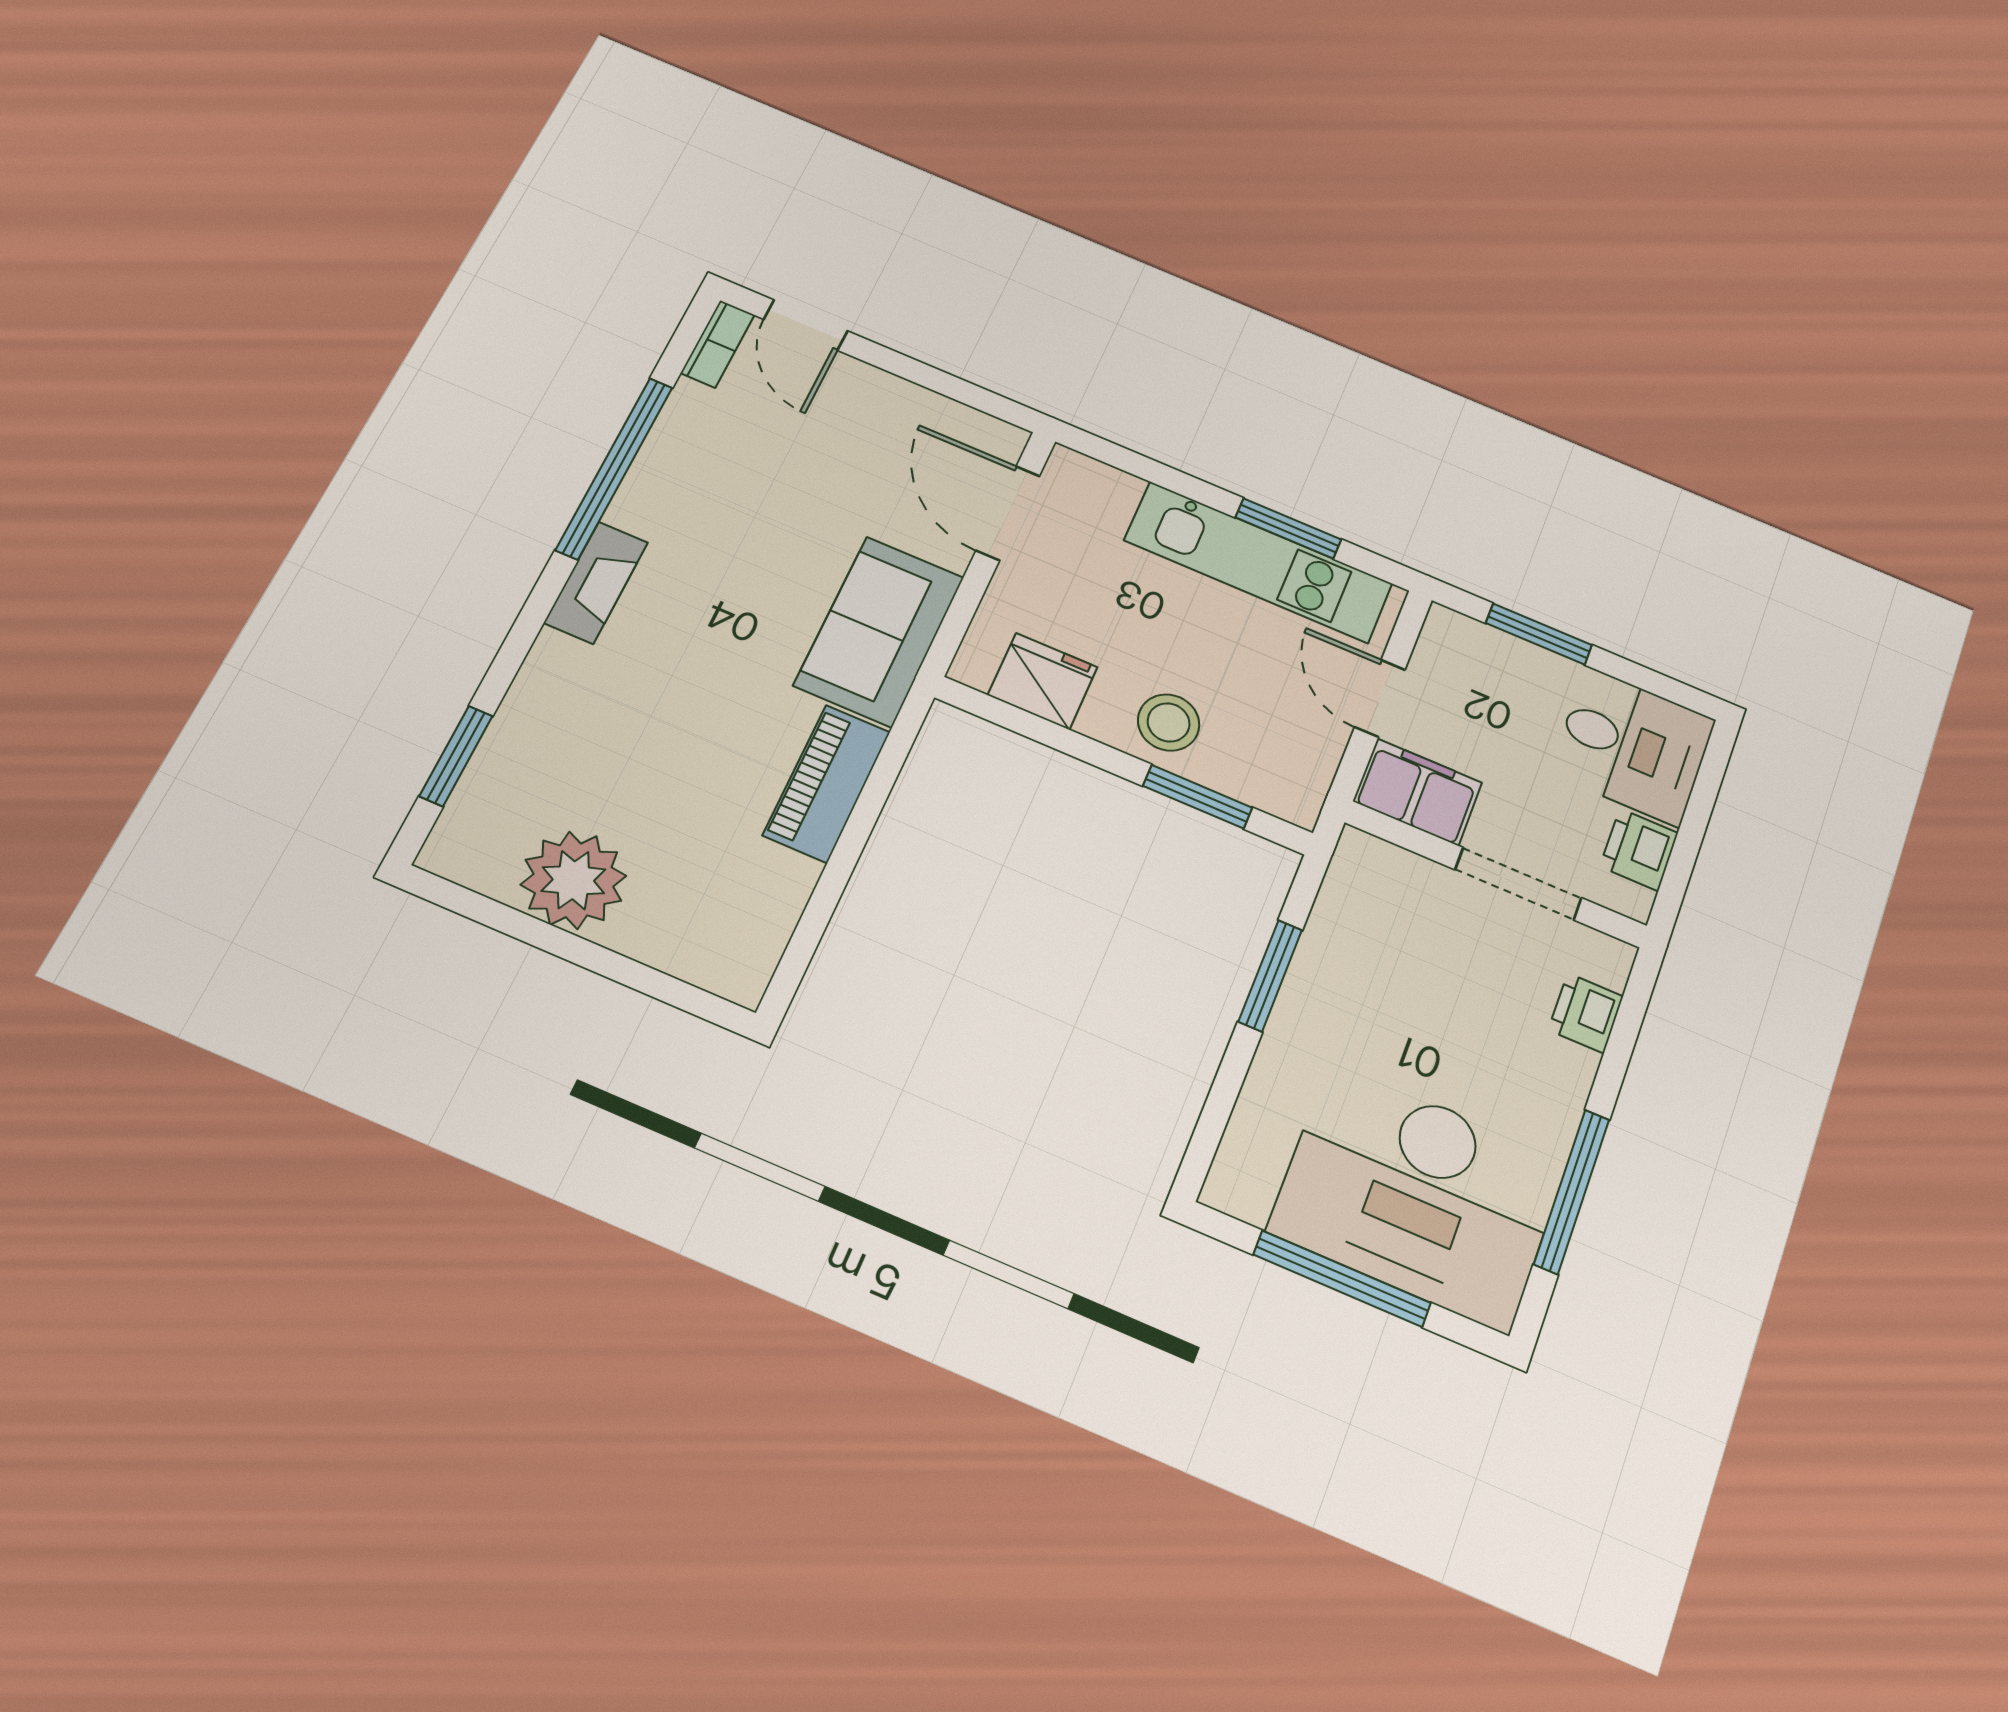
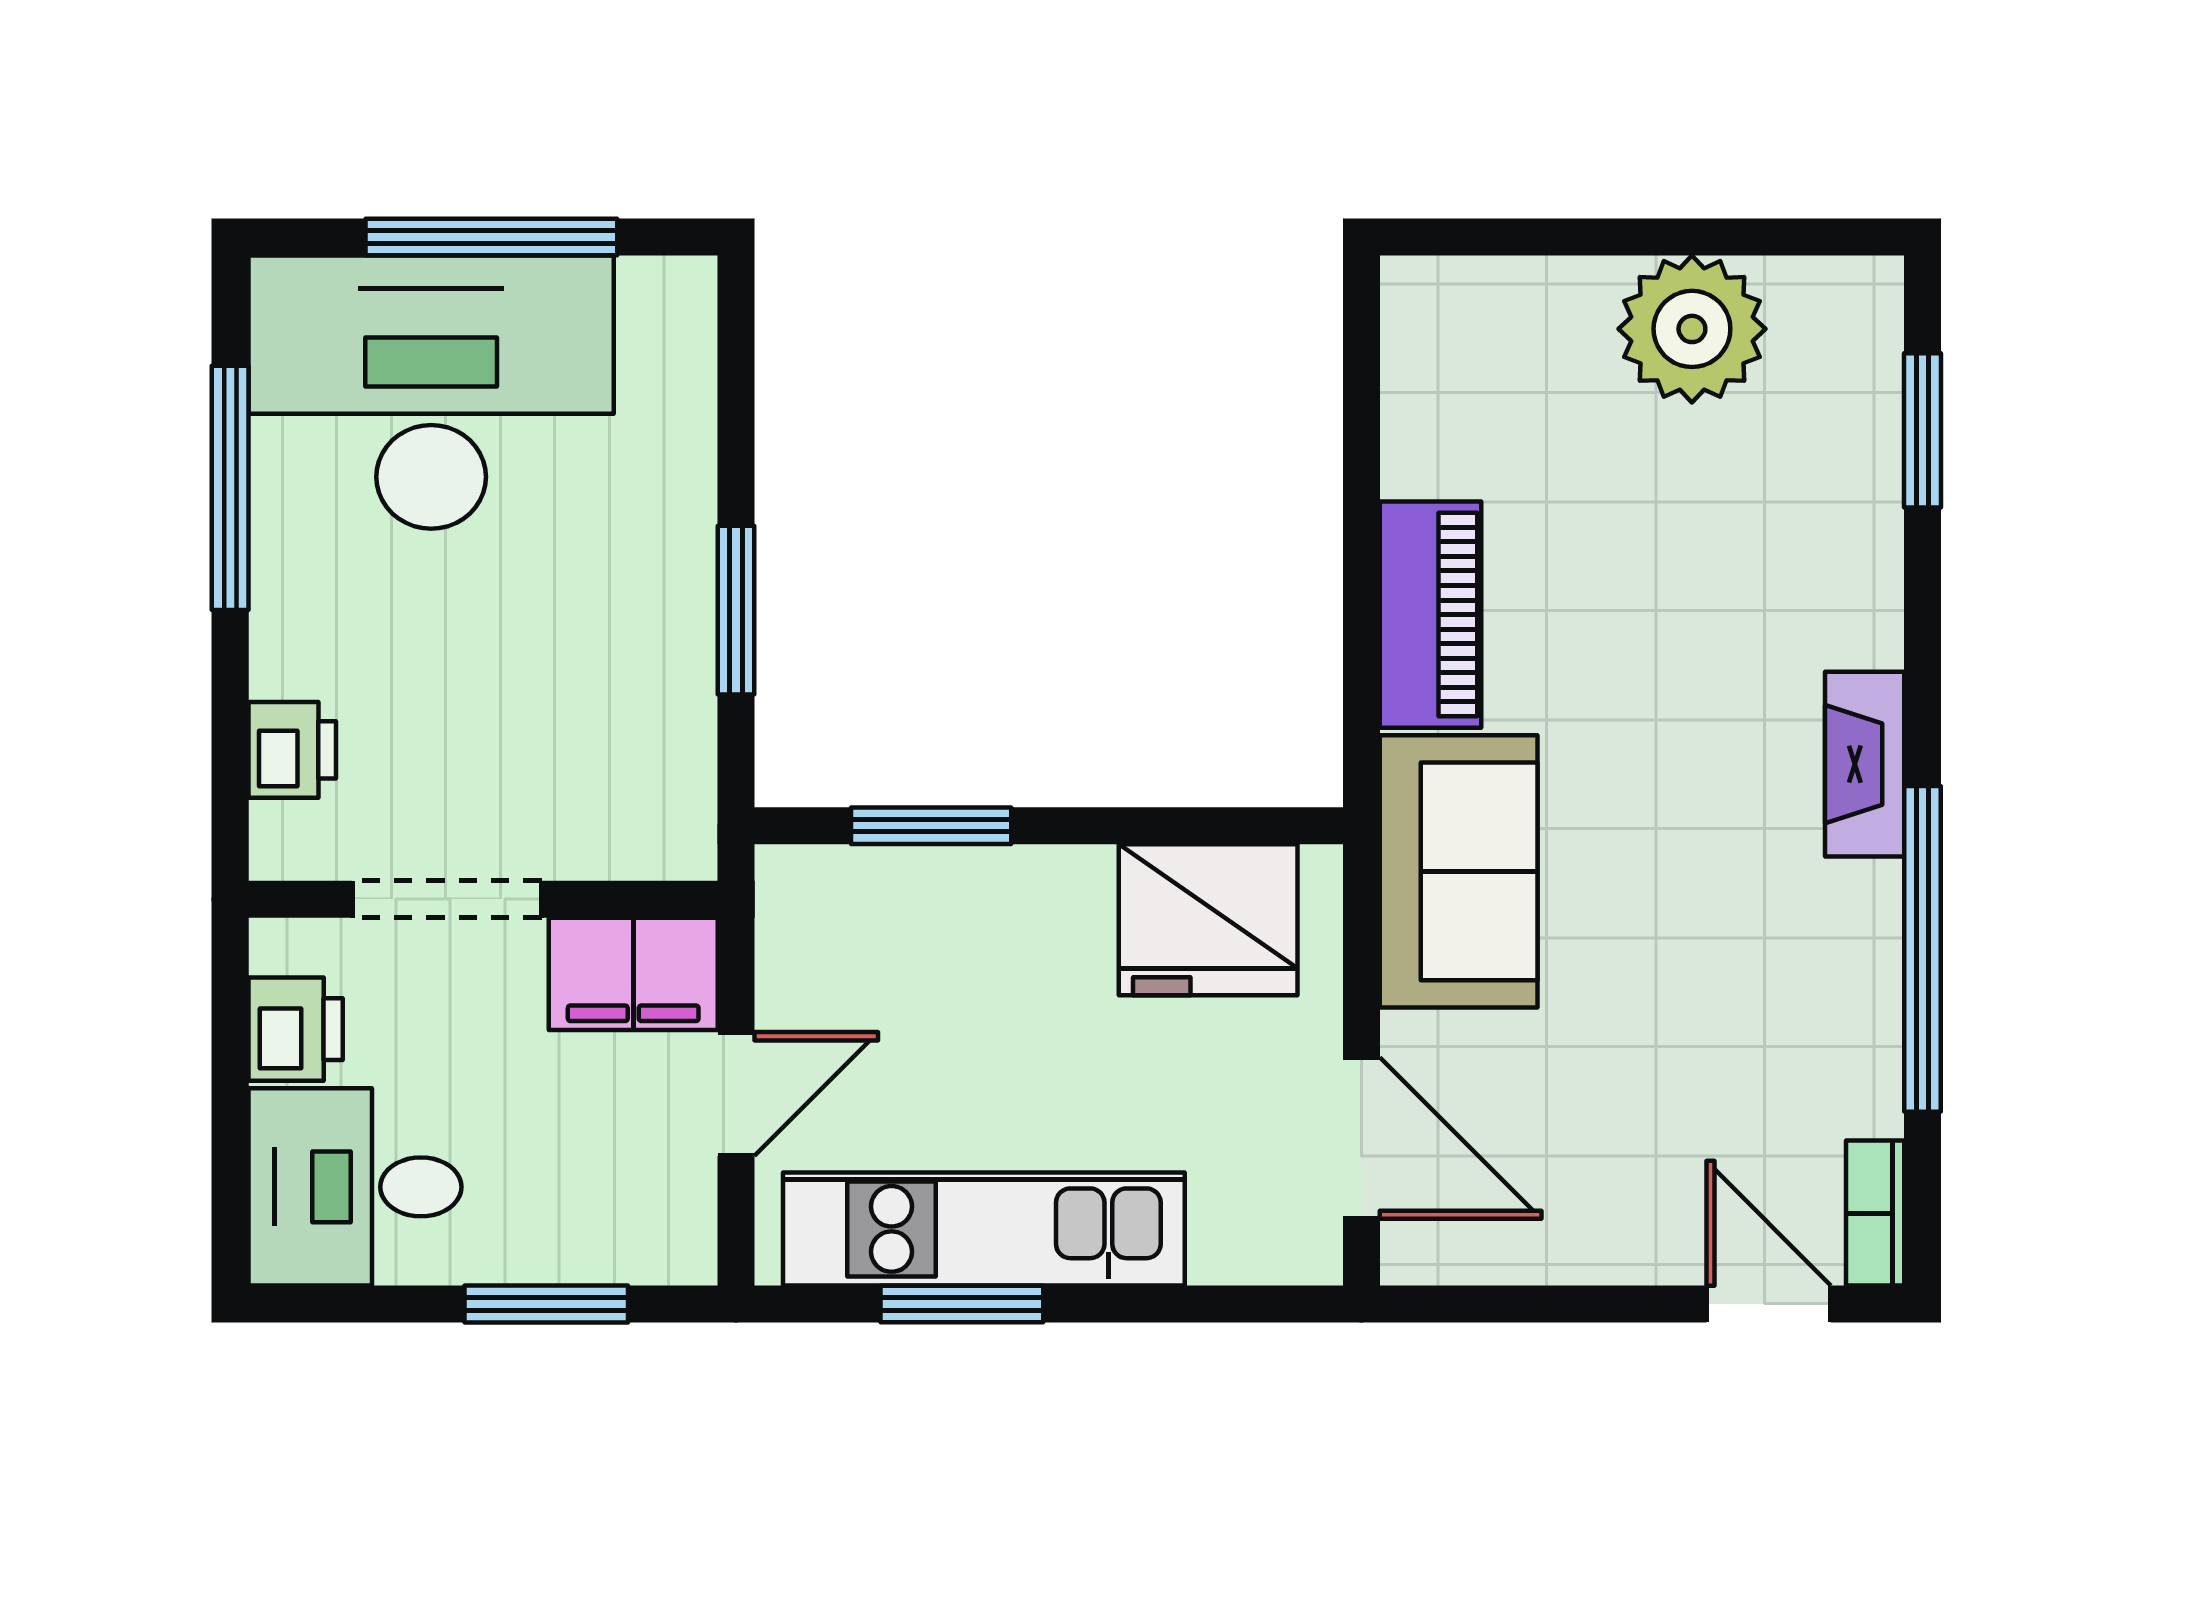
fridge: (1043, 681) -> (1208, 920), width x1.36, depth x1.34
door: (1380, 698) -> (736, 1094), hinge flipped
stool: (1169, 722) -> (1013, 919), removed

